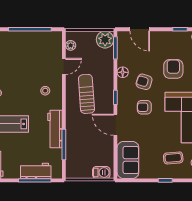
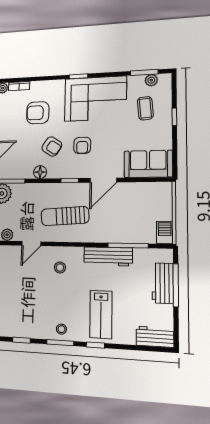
door: (64, 66) -> (31, 244), swing flipped
armchair: (144, 82) -> (52, 147), turned -73
barbecue: (101, 172) -> (165, 233), moved

